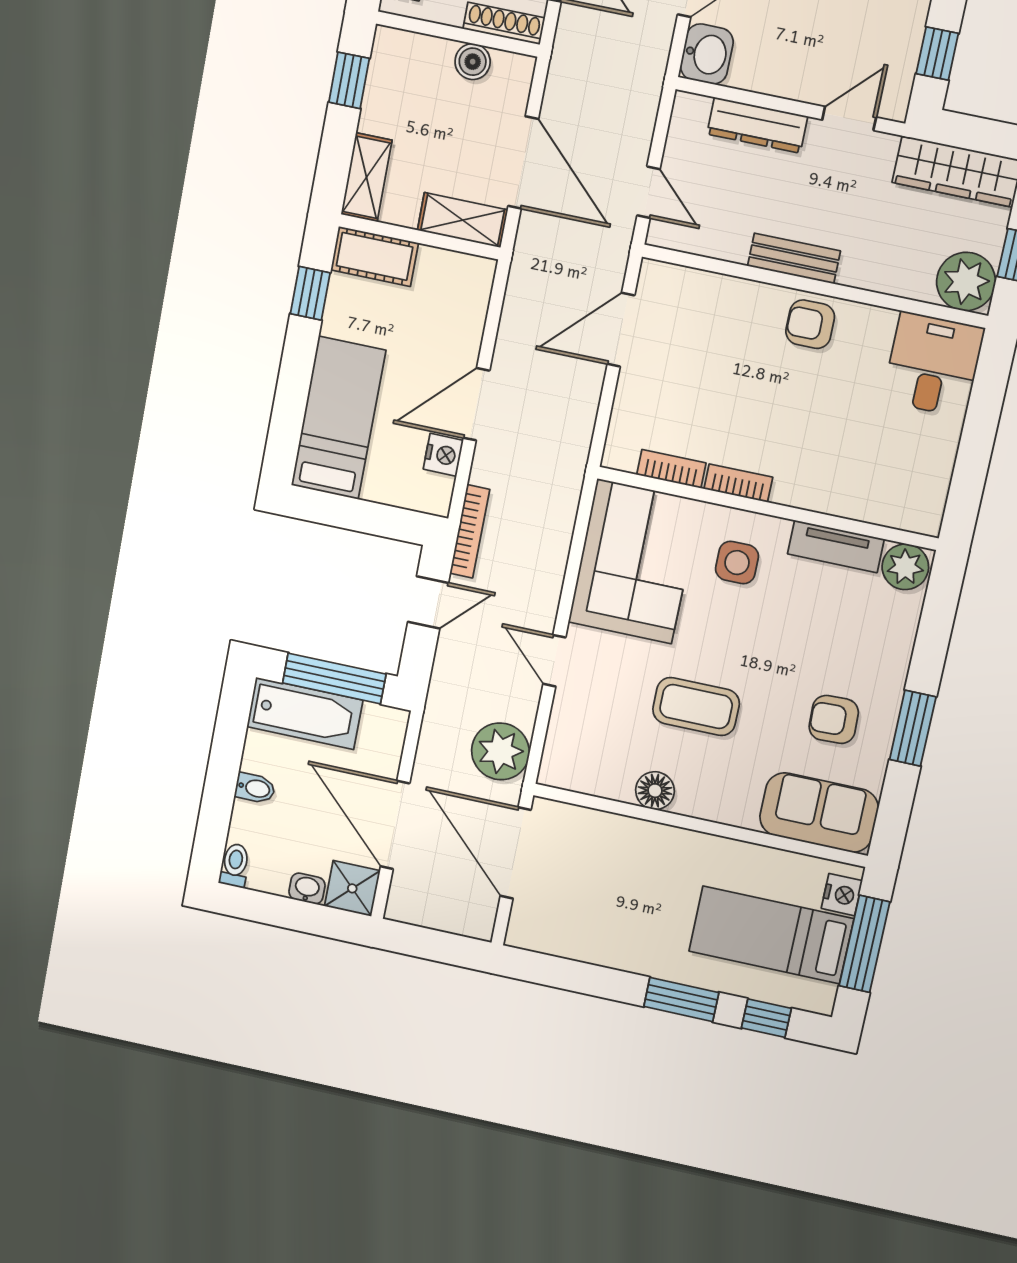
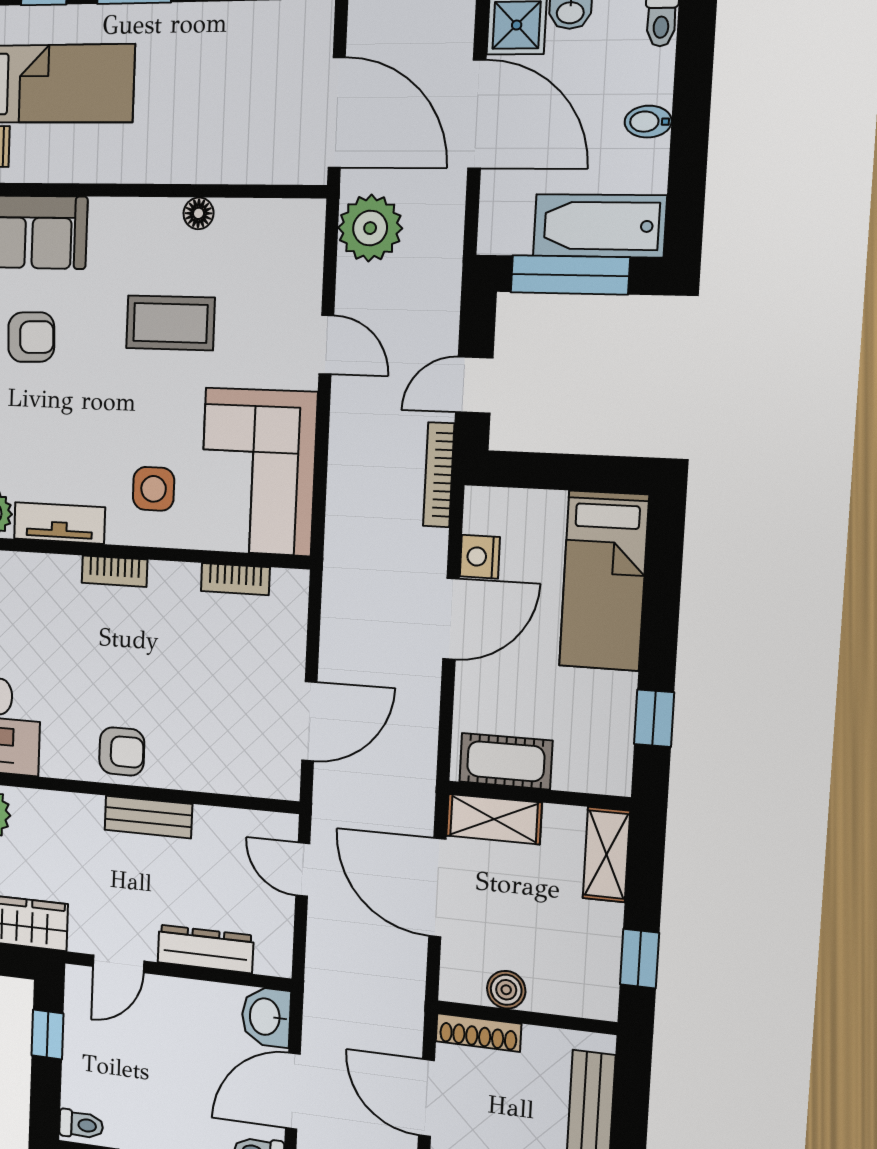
cot: (375, 256) -> (506, 761), moved
bookcase: (738, 483) -> (114, 571), moved
floor lamp: (655, 791) -> (199, 213), width x0.73, depth x0.73

